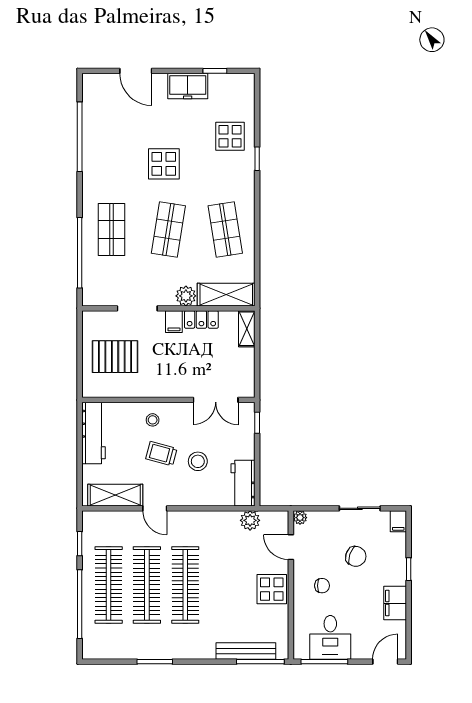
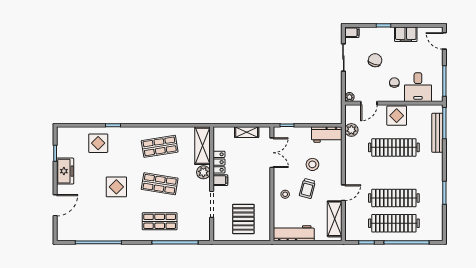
shelving: (247, 329) -> (247, 132), moved
clothes rail: (185, 585) -> (394, 147), moved
desk: (330, 637) -> (418, 87), moved, turned 90

